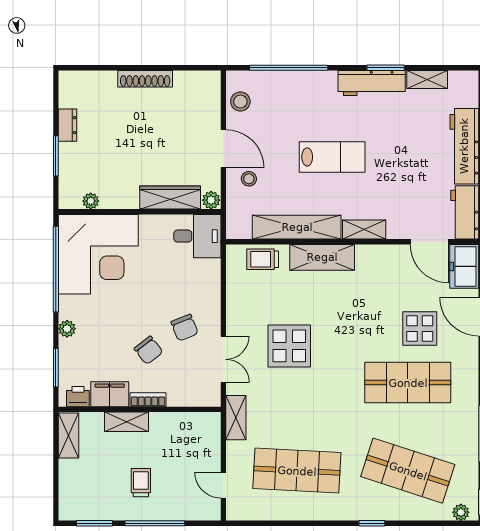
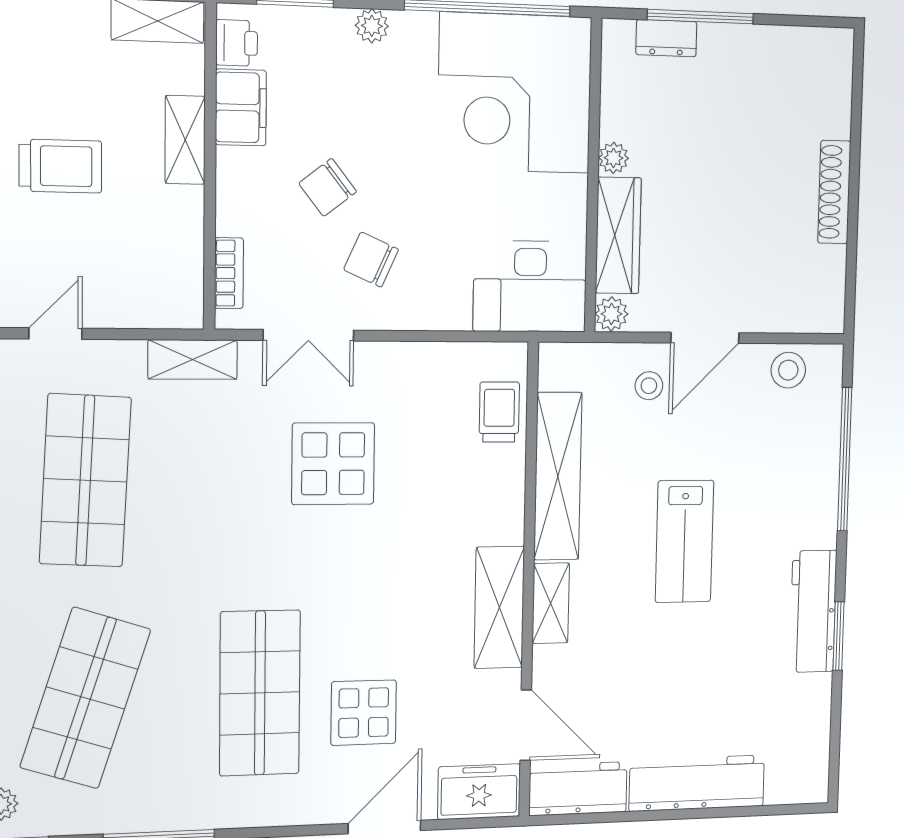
shelving: (427, 80) -> (816, 712), removed
dresser: (68, 125) -> (666, 38), moved
window: (56, 156) -> (700, 17), width x1.44
plant: (91, 201) -> (613, 158), moved
desk: (197, 236) -> (530, 287), width x1.37
door: (429, 242) -> (526, 725), swing flipped
shelving: (322, 257) -> (499, 607), moved
chair: (185, 328) -> (371, 260), turned 46
bookcase: (148, 400) -> (229, 273), moved
trolley: (141, 483) -> (60, 166), width x1.36, depth x1.39

